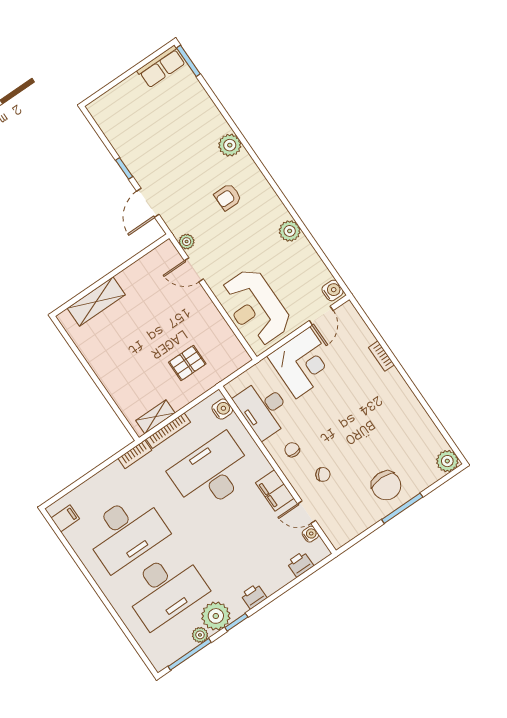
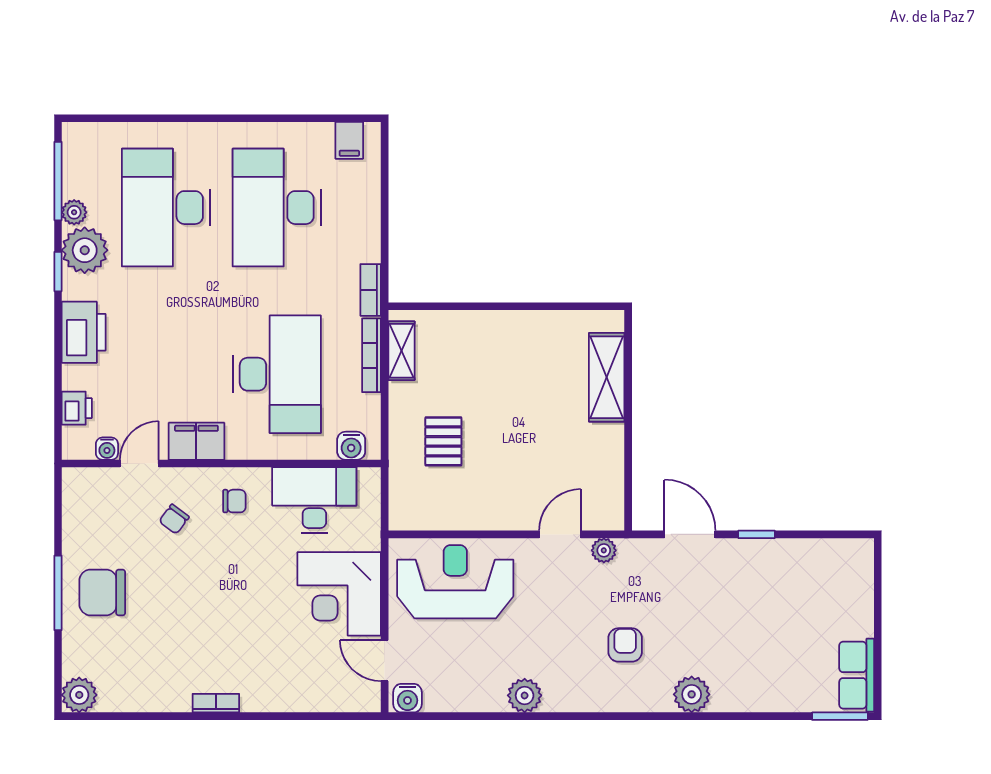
bookcase: (381, 356) -> (216, 703), moved
printer: (254, 596) -> (84, 332), width x1.87, depth x1.48

